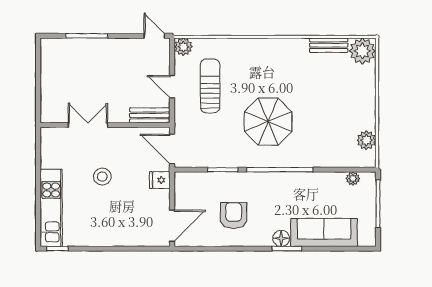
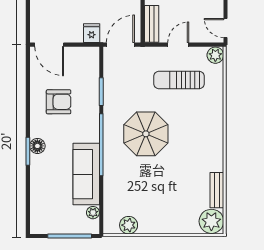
door: (154, 36) -> (226, 28), swing flipped
sun lounger: (210, 86) -> (179, 80), turned 180
sofa: (324, 232) -> (86, 174), moved, turned 180

